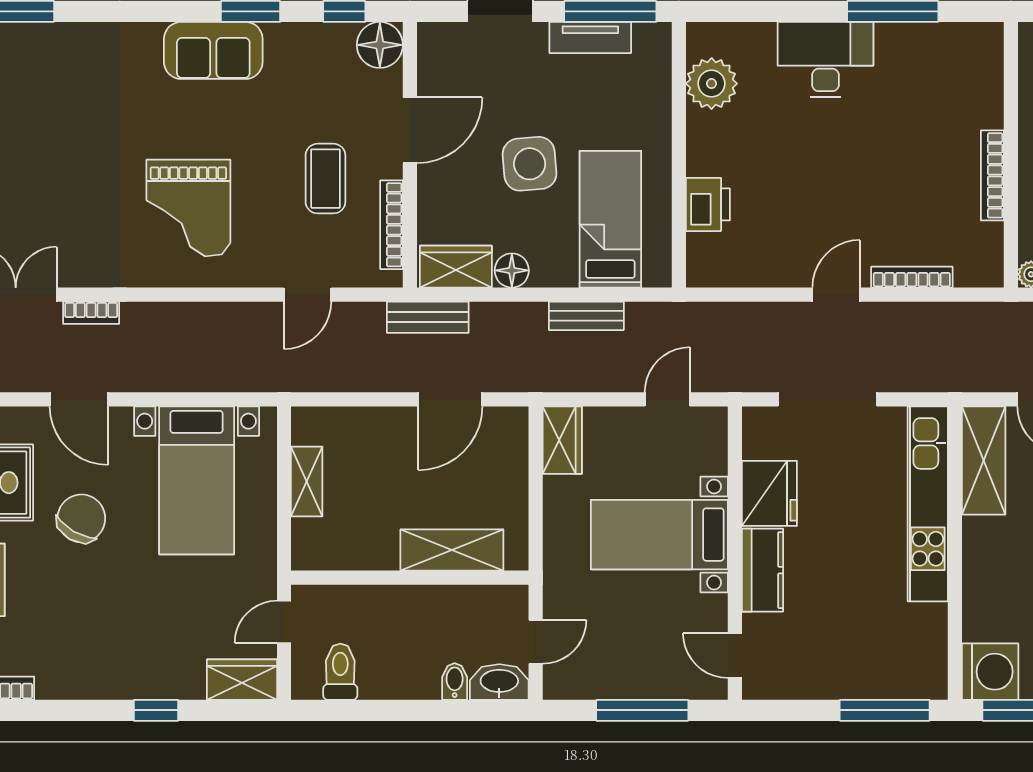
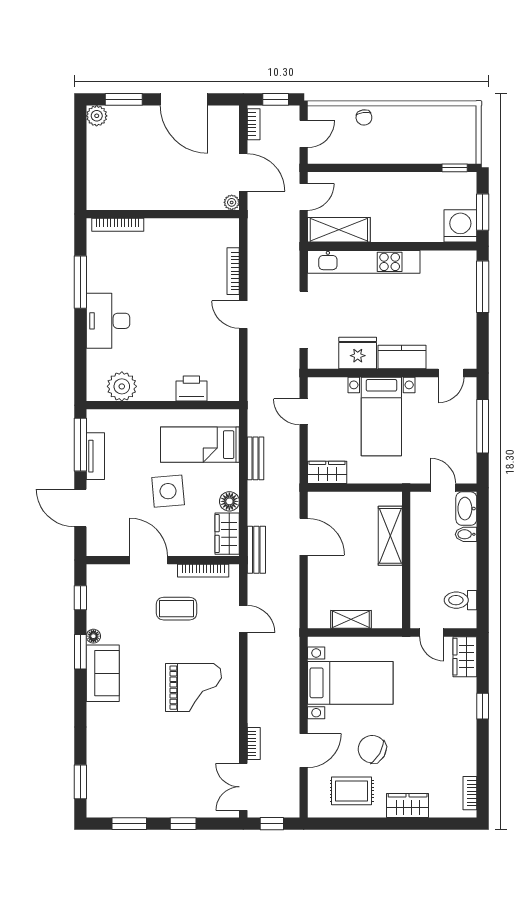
floor lamp: (380, 45) -> (93, 636), moved, width x0.53, depth x0.53
bookcase: (992, 175) -> (118, 225), moved

